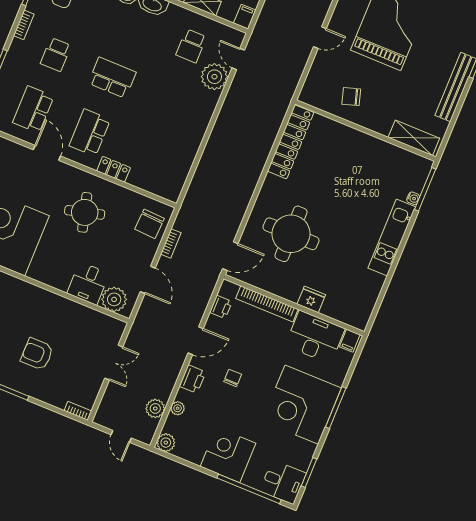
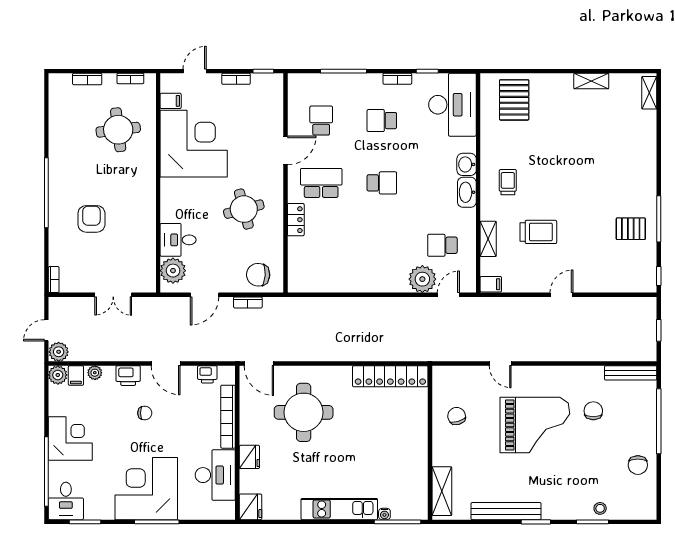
school desk: (112, 78) -> (382, 183), width x0.54
school desk: (33, 109) -> (321, 121), width x0.54
fridge: (357, 317) -> (250, 507), added
filing cabinet: (350, 341) -> (76, 376), moved, turned -90
plant: (155, 408) -> (59, 352), moved

